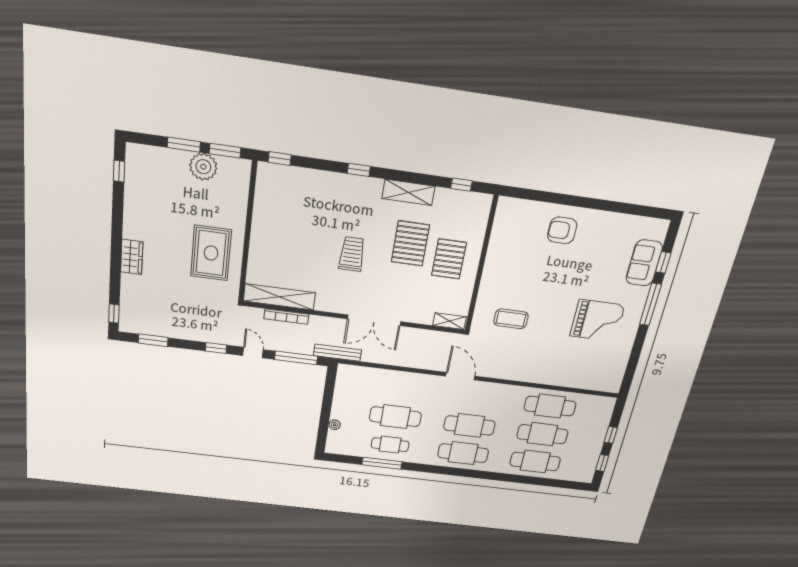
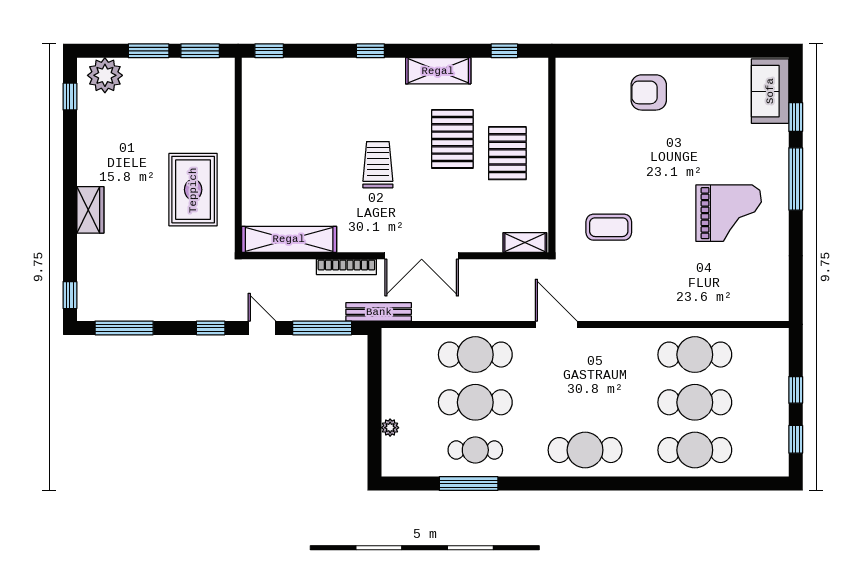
plant: (203, 167) -> (105, 75), moved
sofa: (644, 263) -> (770, 91), moved
bookcase: (286, 317) -> (346, 267), moved
window: (153, 340) -> (124, 328), width x1.44
cafe table: (469, 425) -> (475, 355), moved

